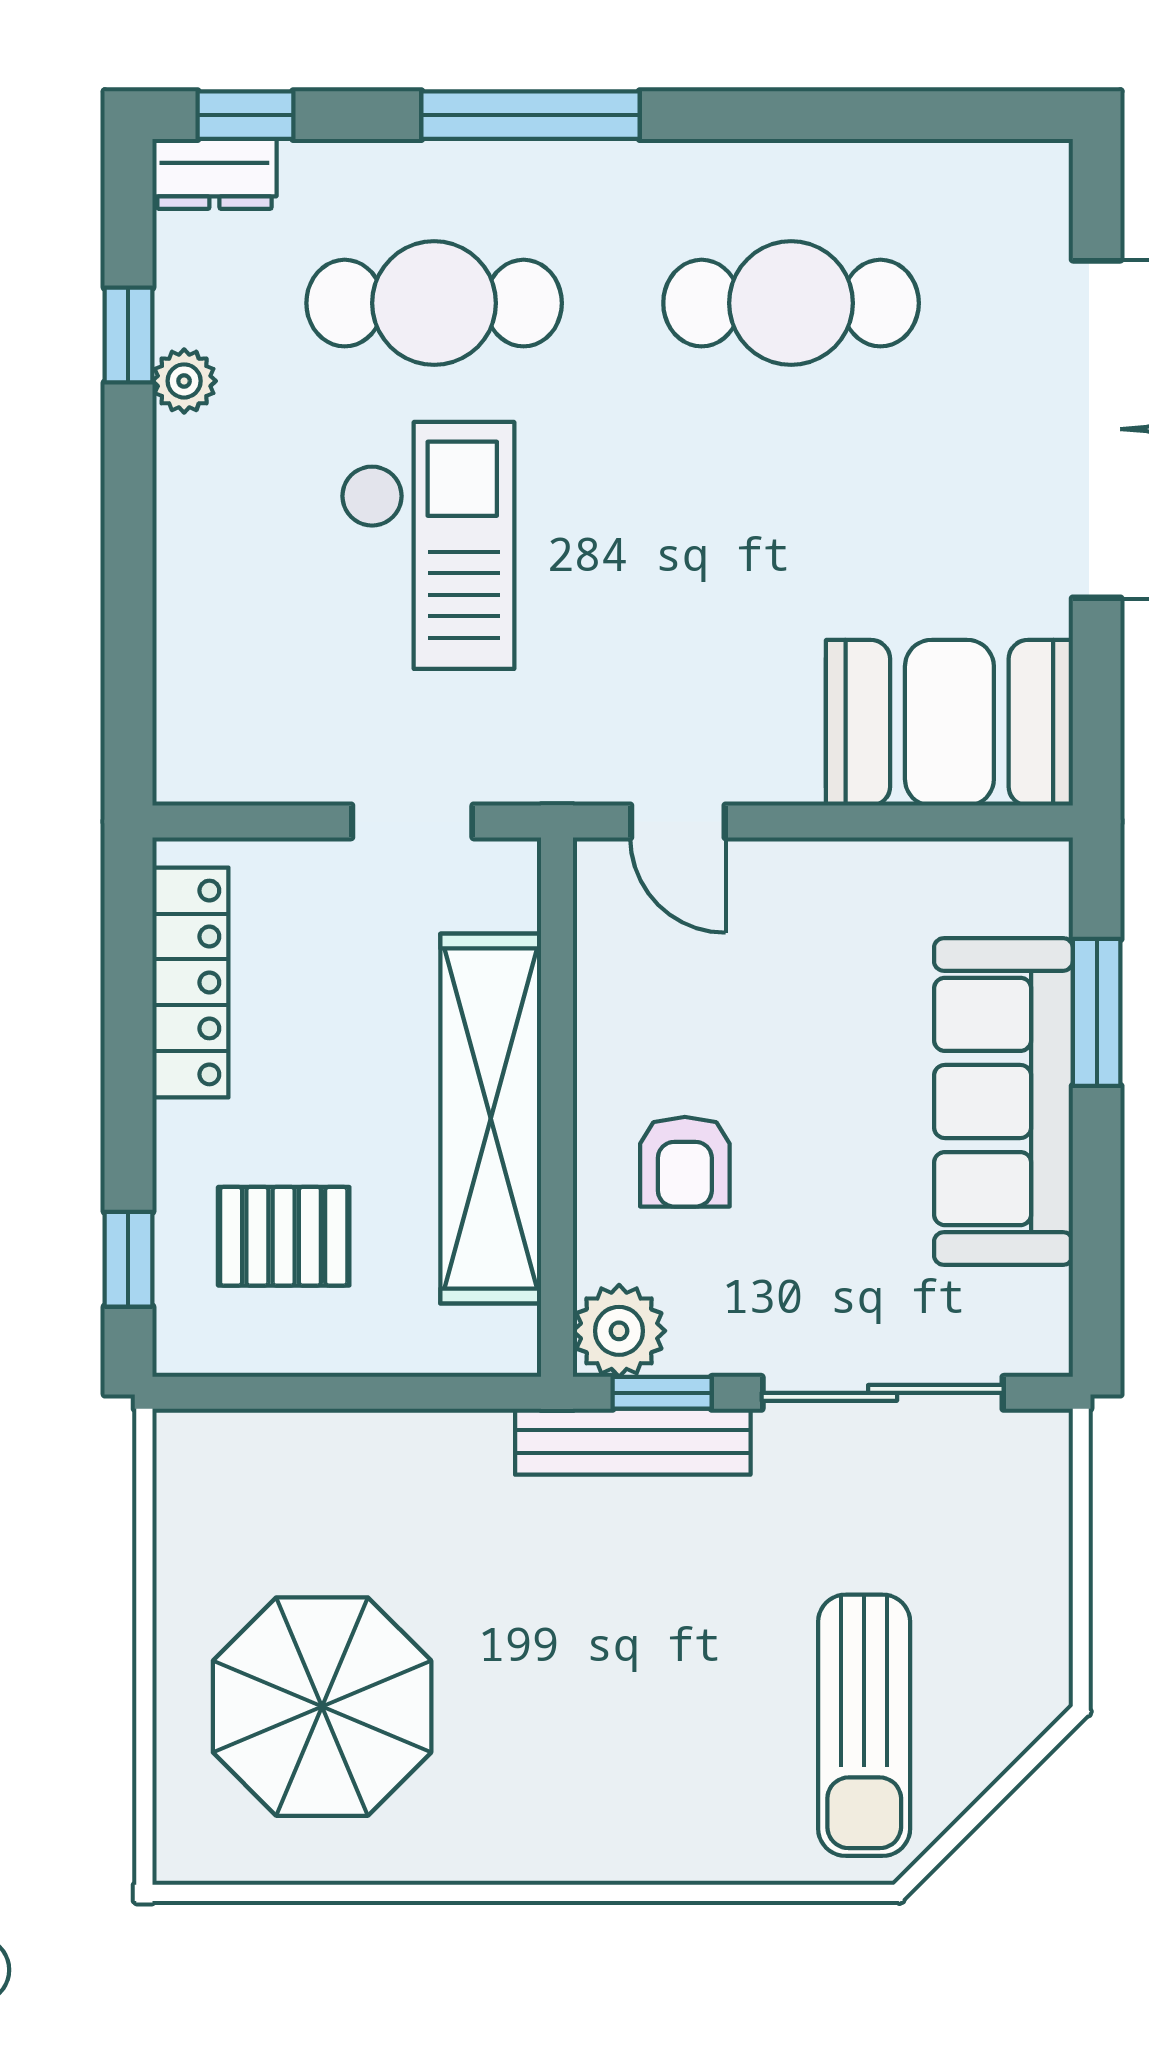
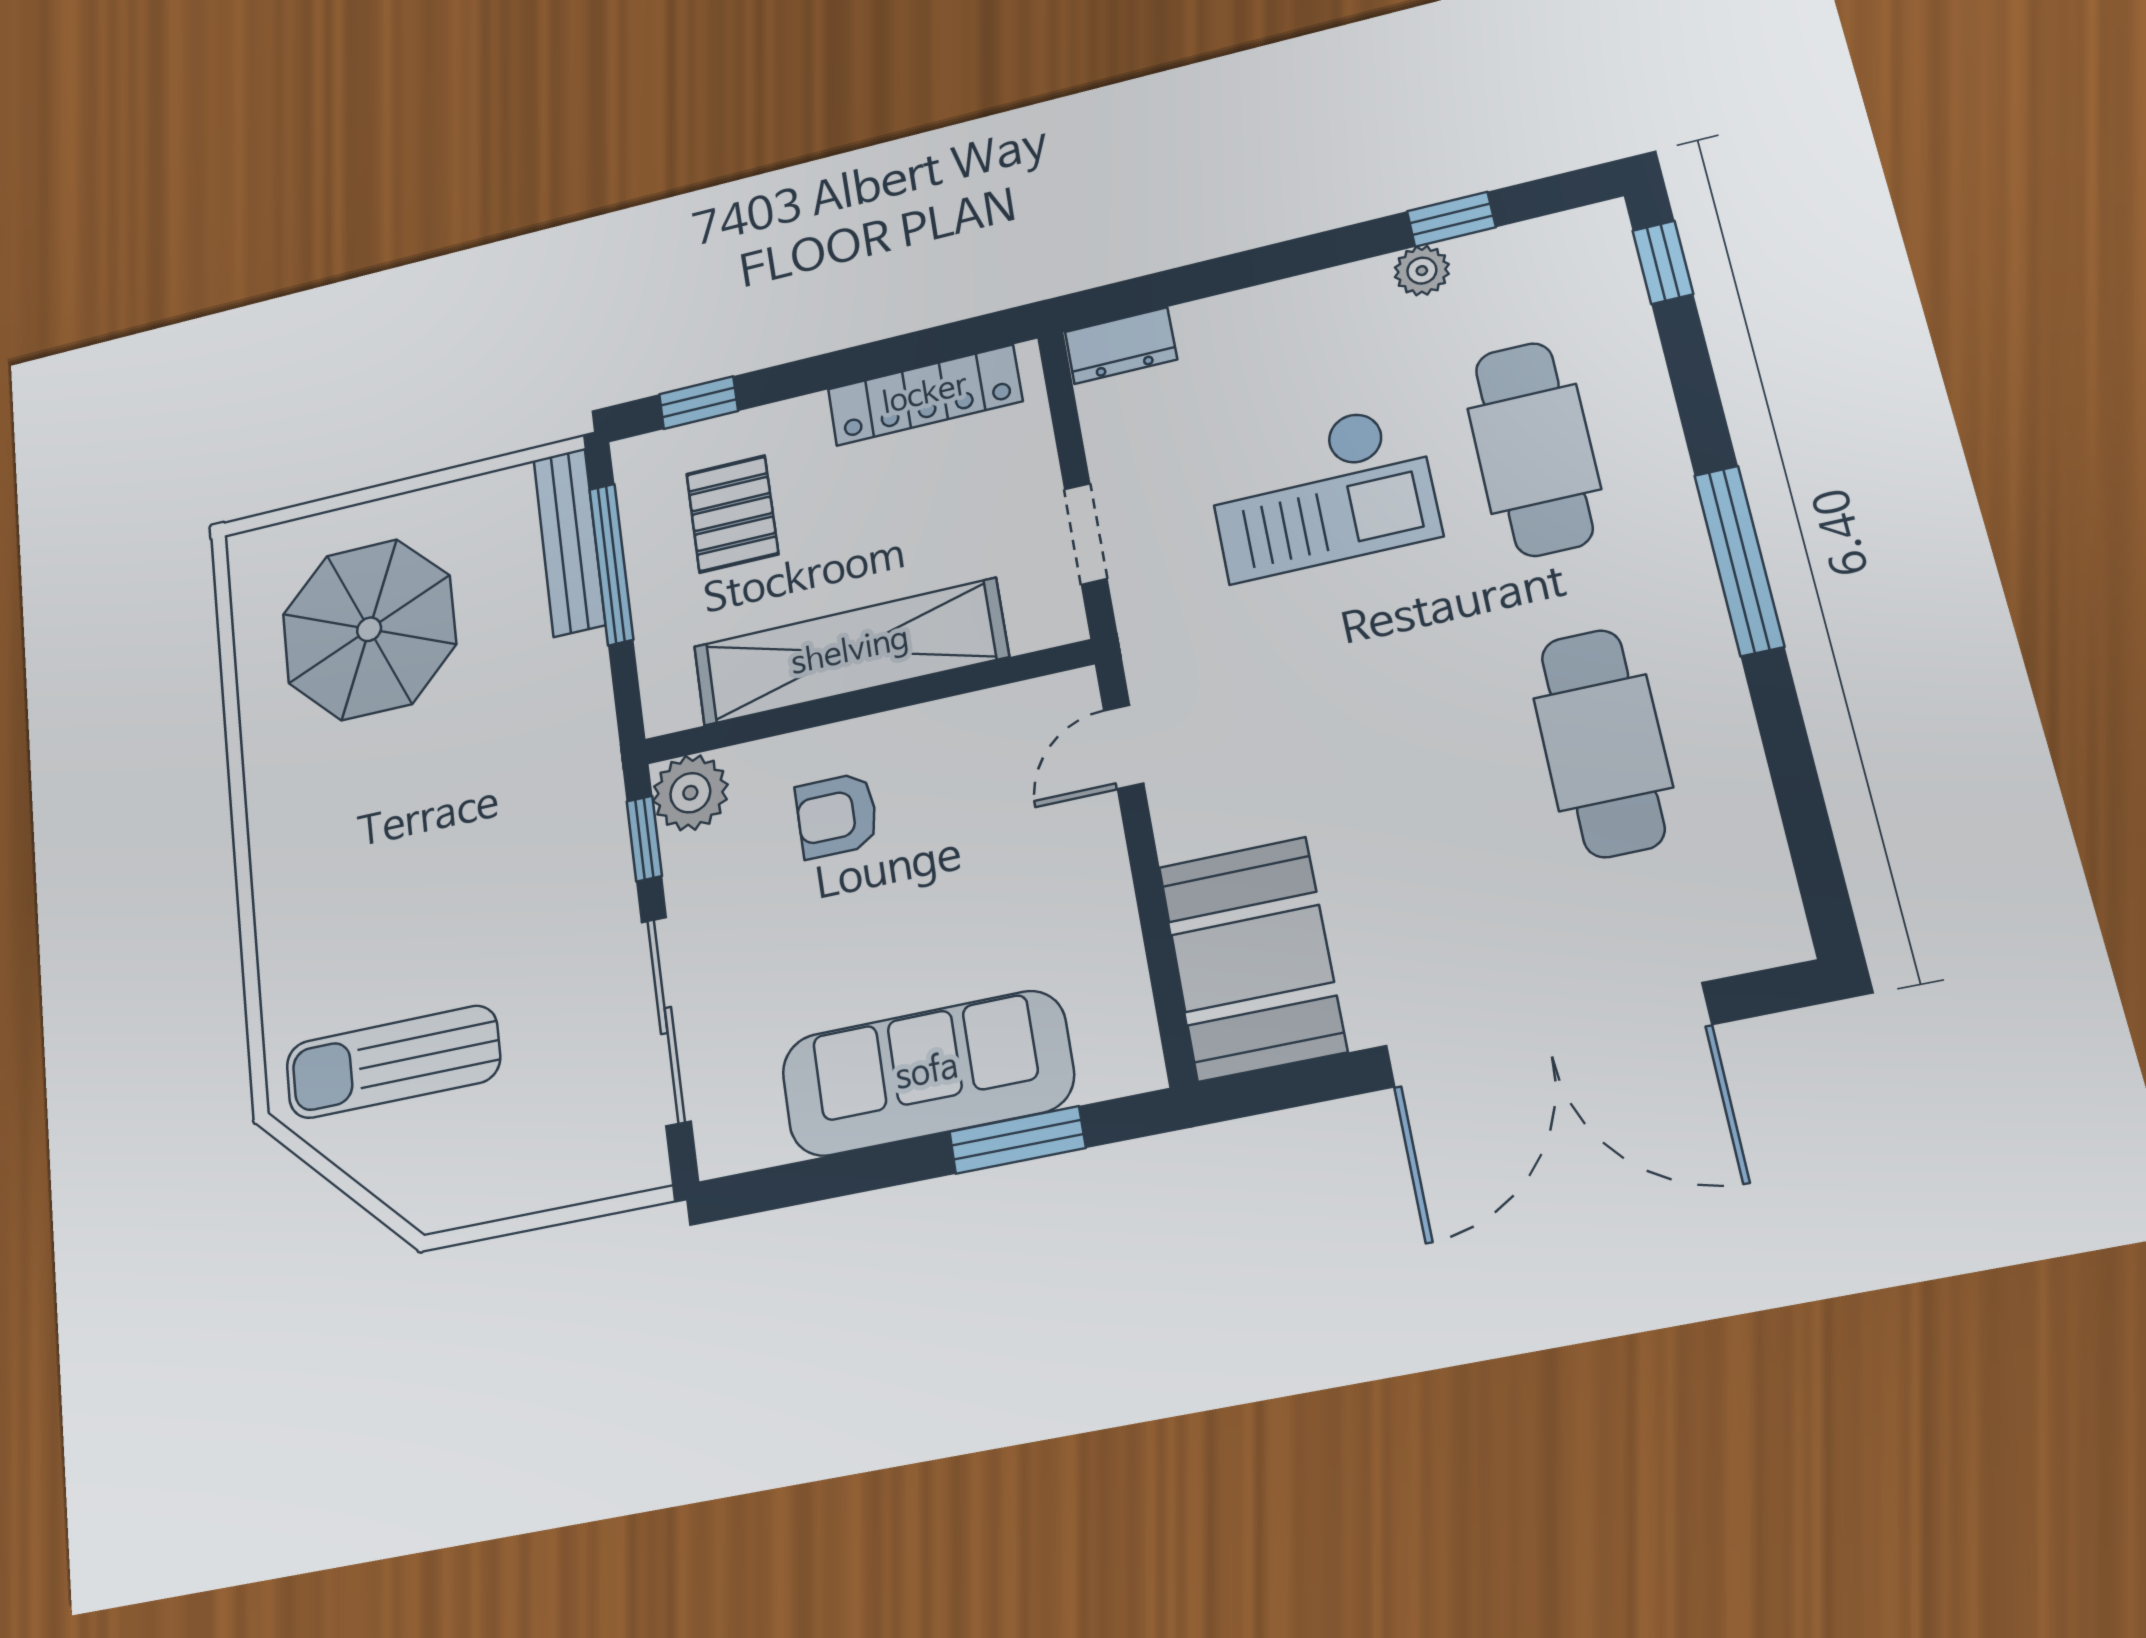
window: (530, 115) -> (1739, 560), moved
dresser: (214, 174) -> (1121, 346), moved, turned -90
window: (311, 1393) -> (611, 564), added
bench: (633, 1442) -> (569, 542), moved

